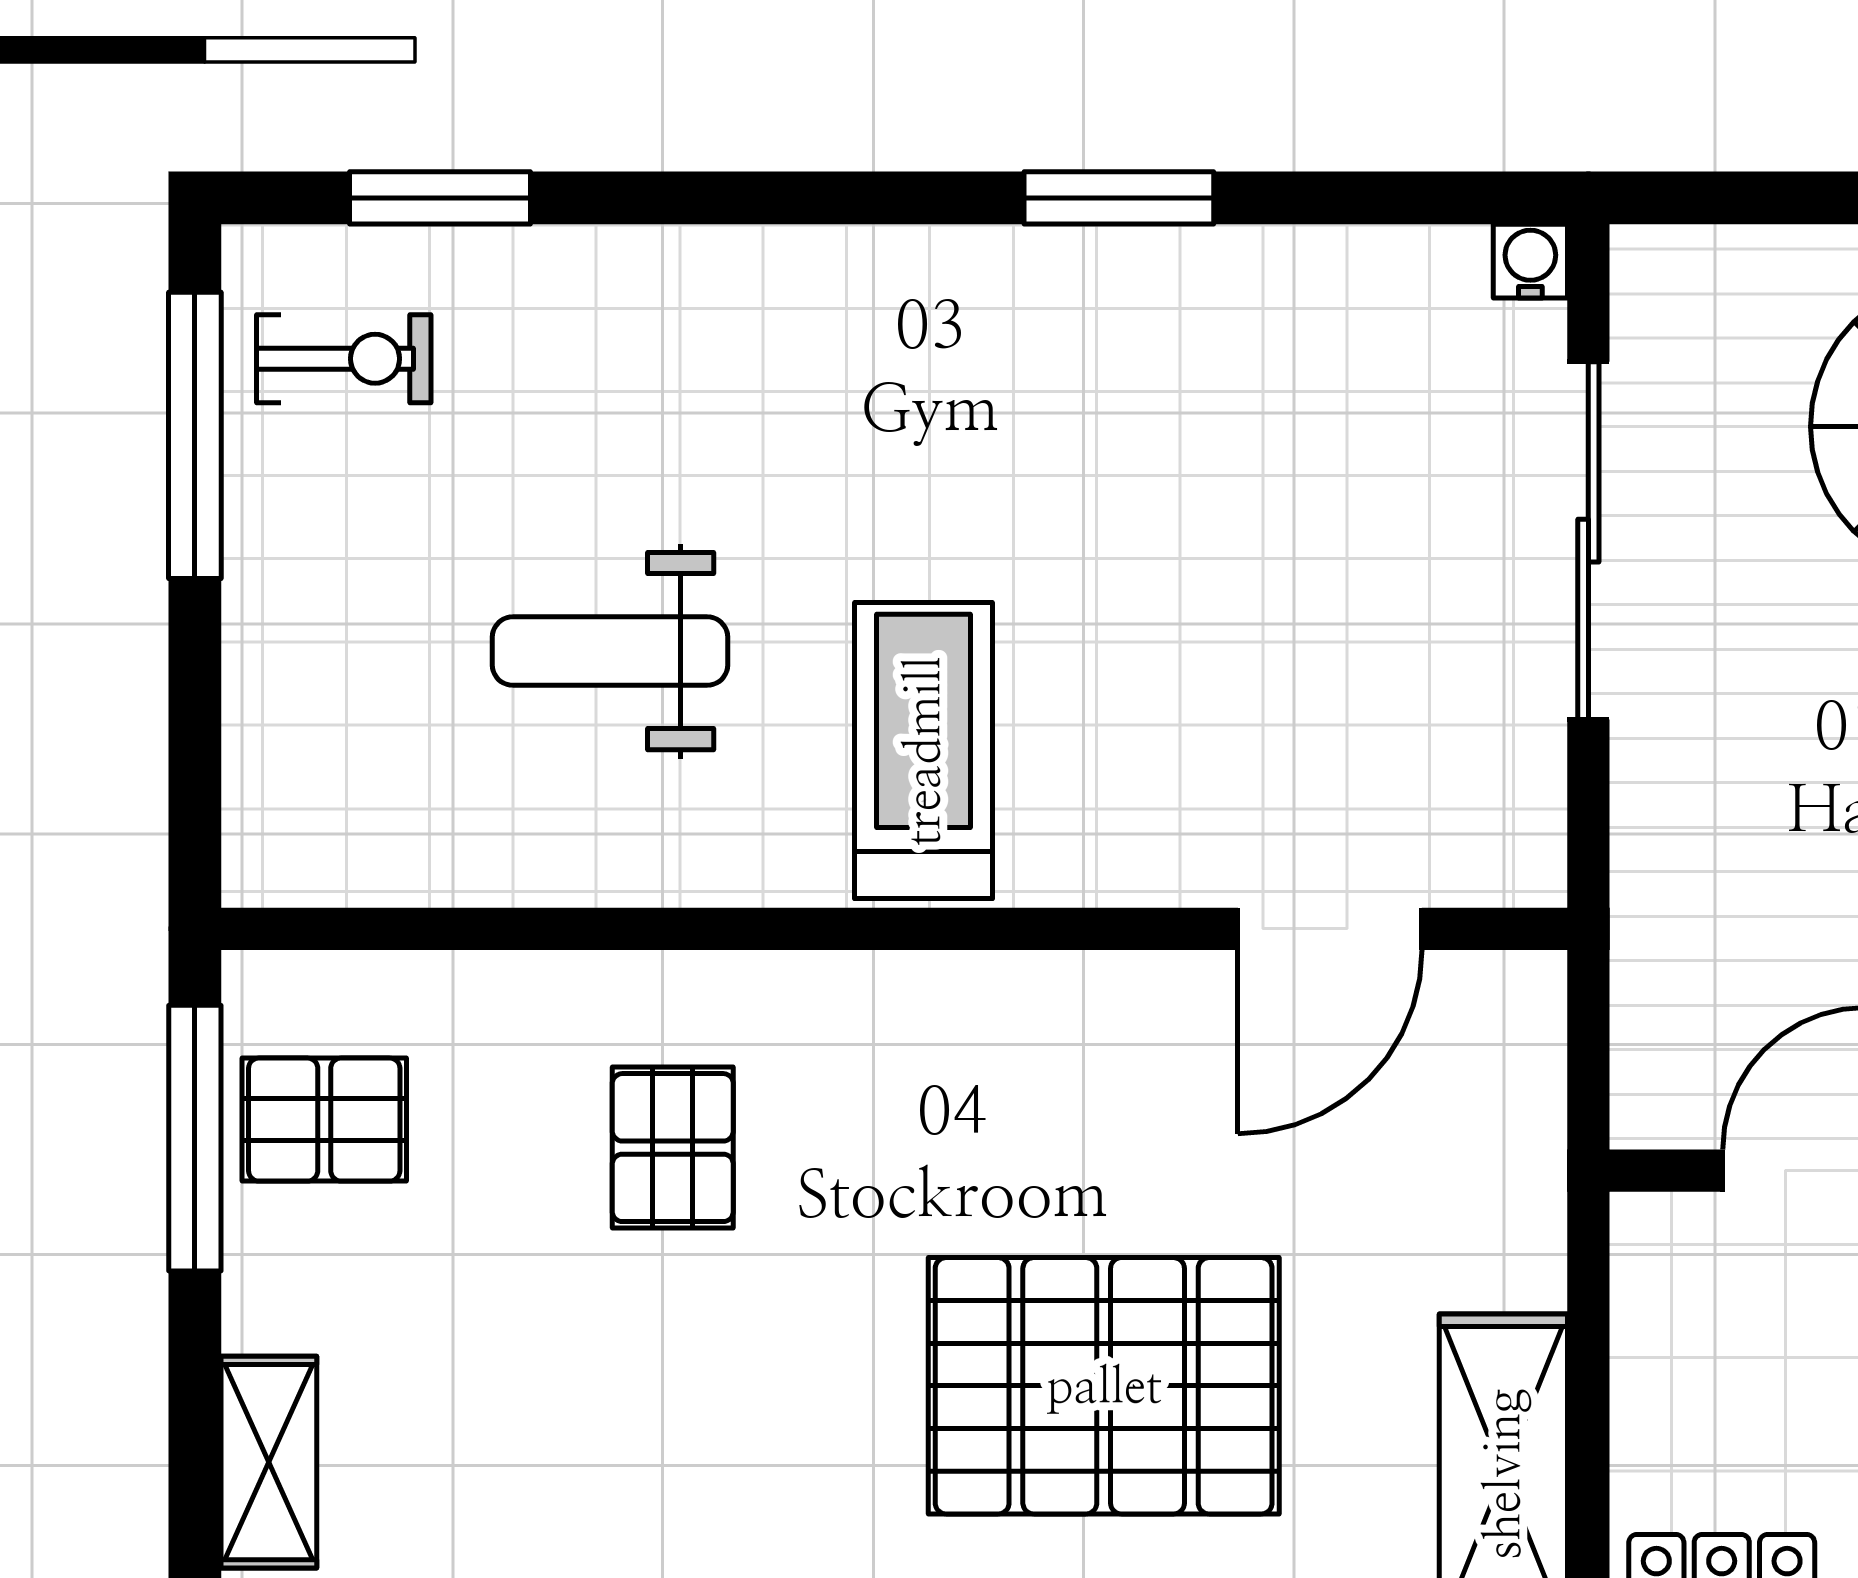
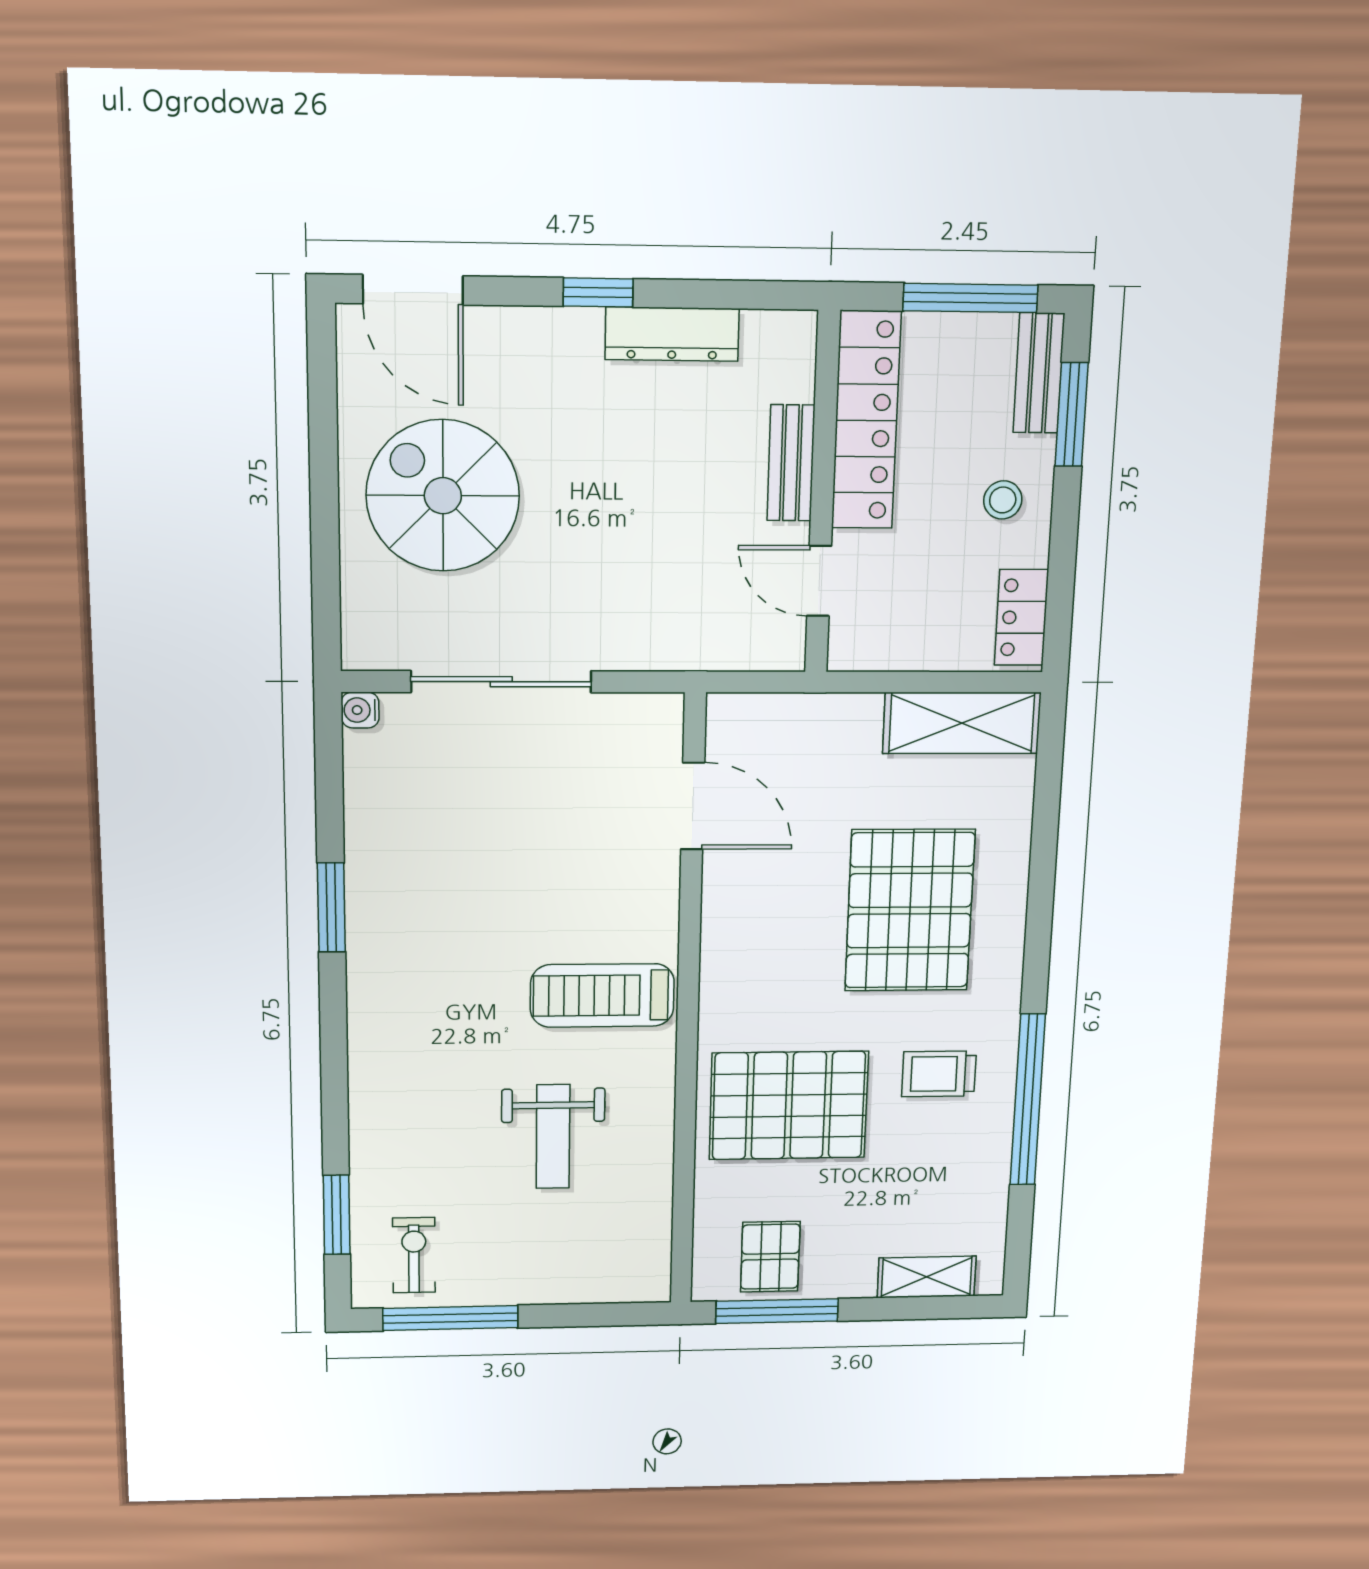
pallet: (673, 1148) -> (789, 1105), width x2.05, depth x2.00
trolley: (740, 1465) -> (939, 1074), added

